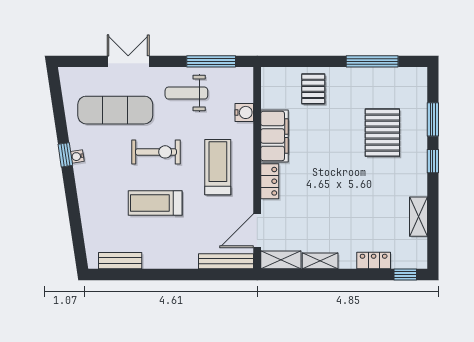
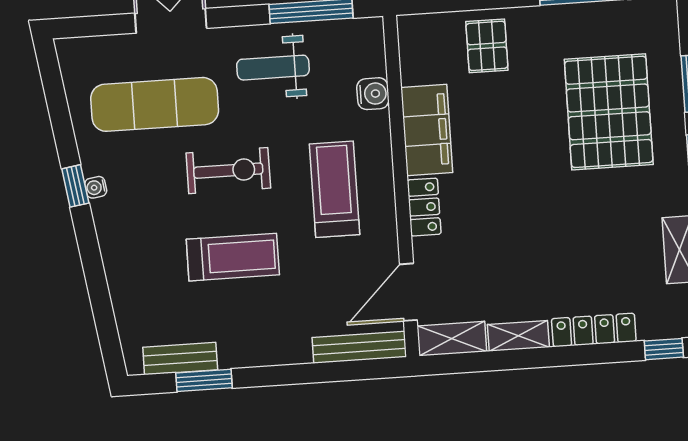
pallet: (382, 133) -> (609, 112), width x1.37, depth x1.41
treadmill: (155, 203) -> (233, 257), turned 180
locker: (374, 260) -> (594, 330), width x1.53
window: (133, 274) -> (204, 380), added

